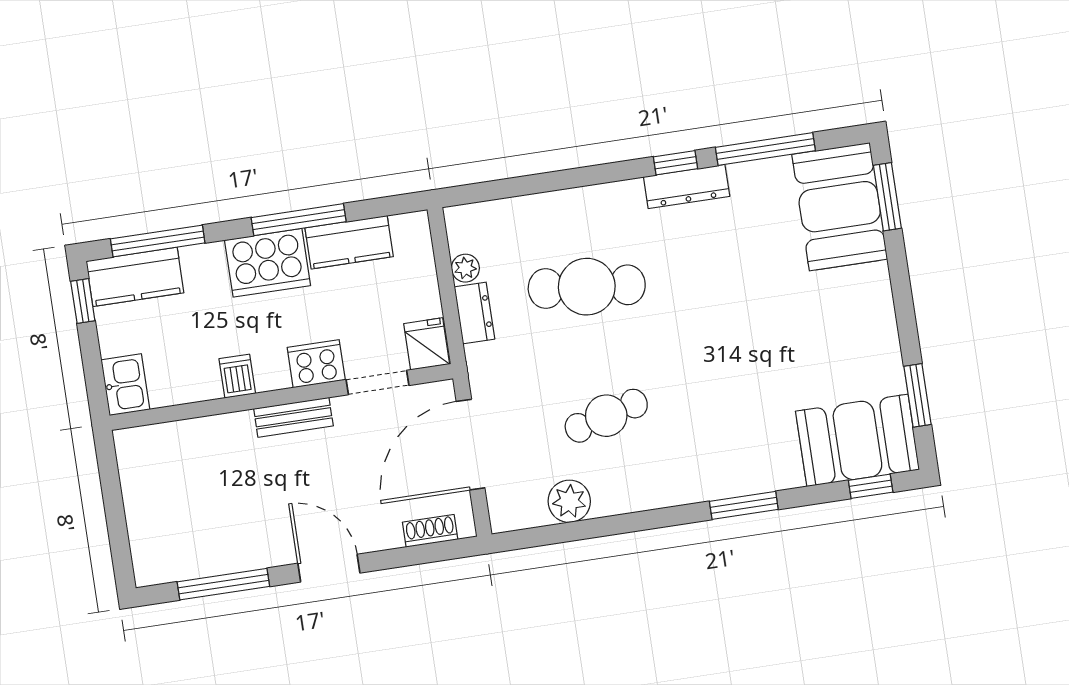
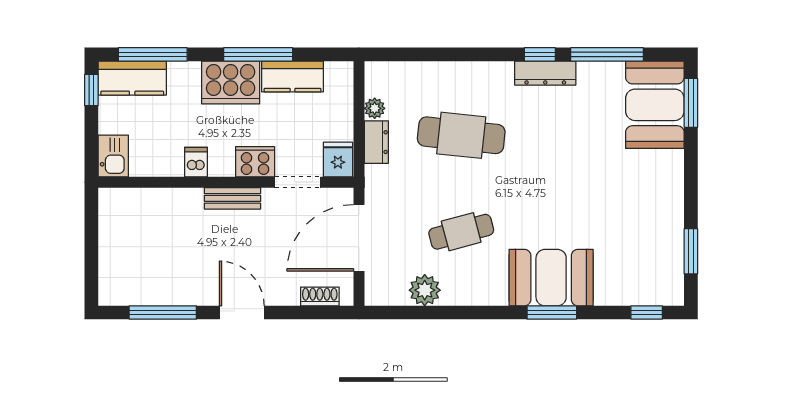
booth: (857, 440) -> (551, 278), moved

